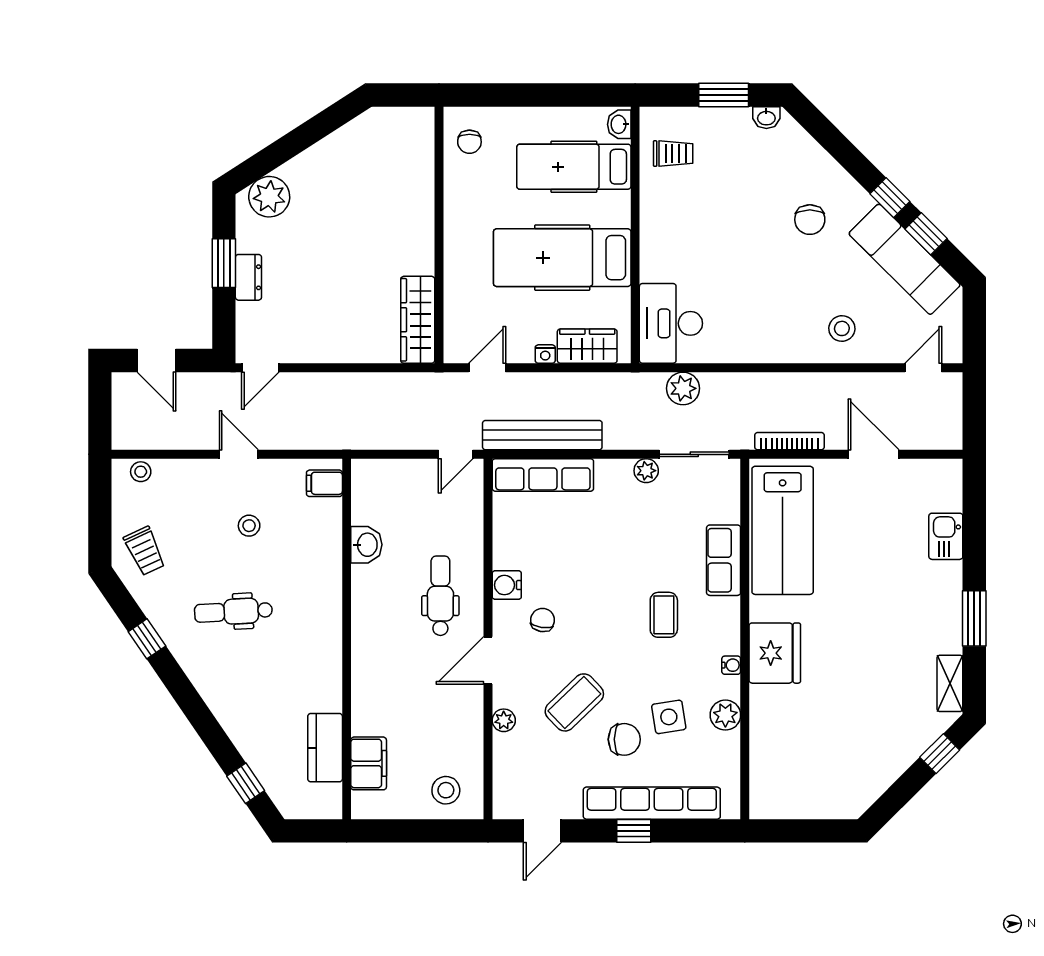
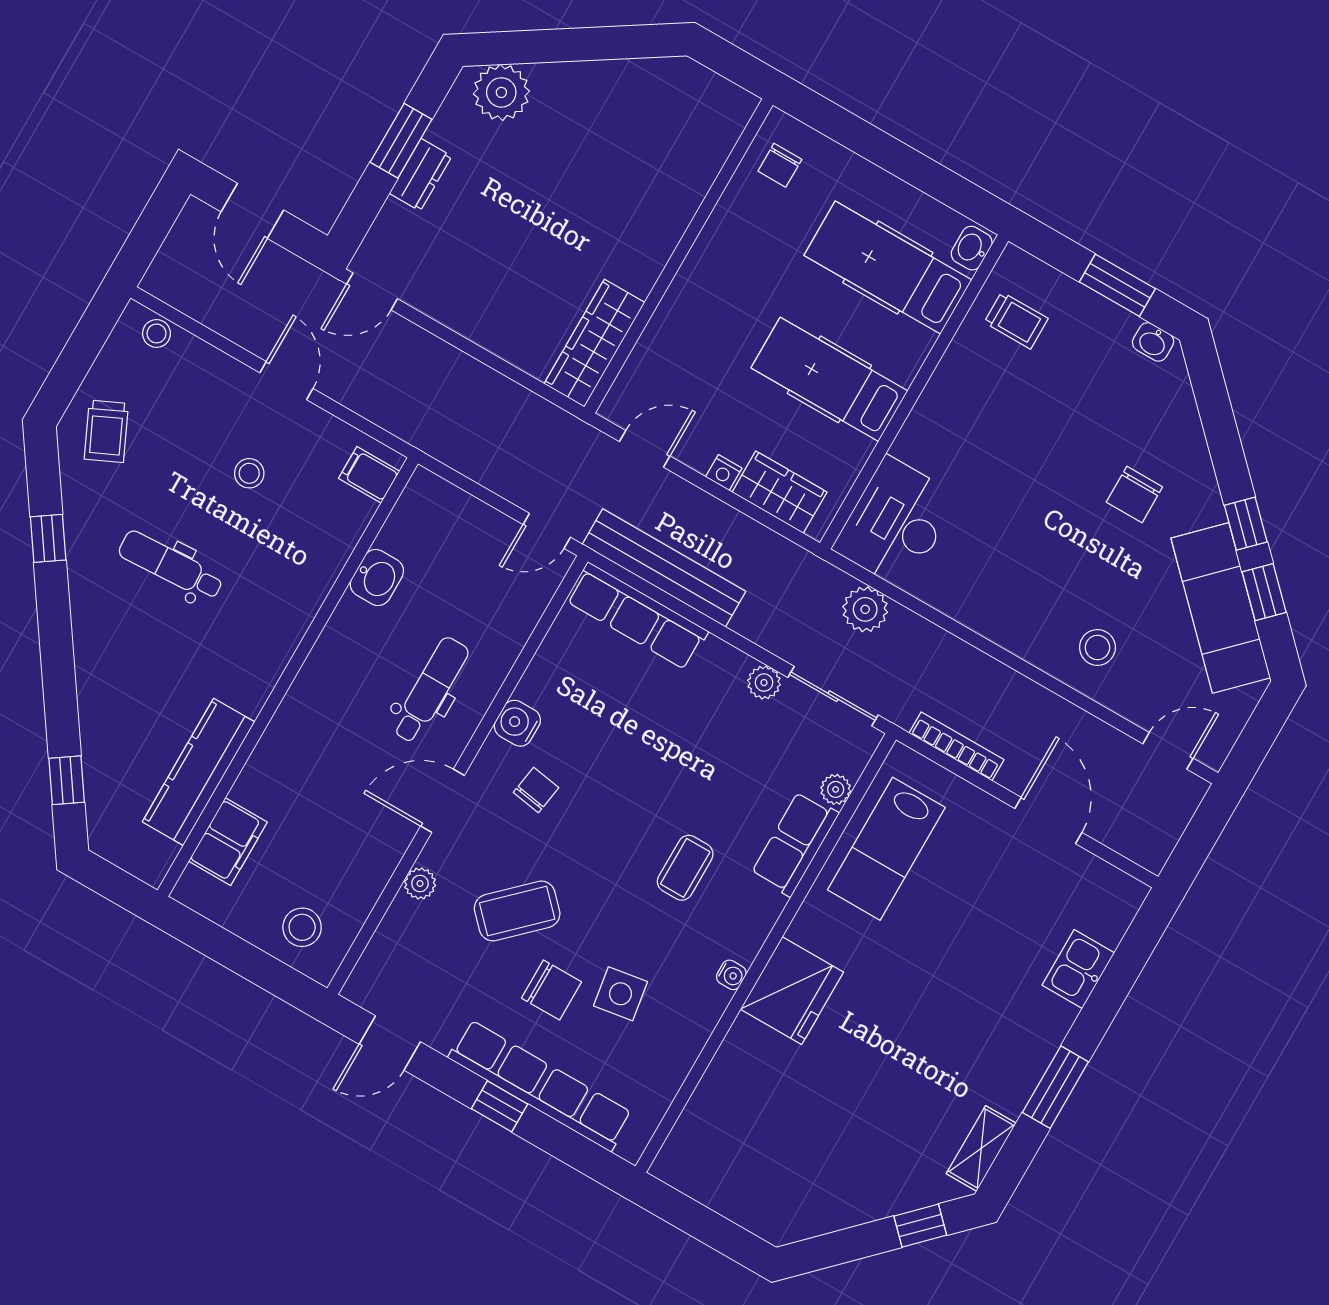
hospital bed: (562, 258) -> (829, 379), width x0.73, depth x0.78
lab bench: (783, 530) -> (886, 849), width x0.73, depth x0.72
plant: (725, 715) -> (836, 789), moved, width x0.73, depth x0.73
kitchen counter: (325, 748) -> (199, 772), width x1.50

